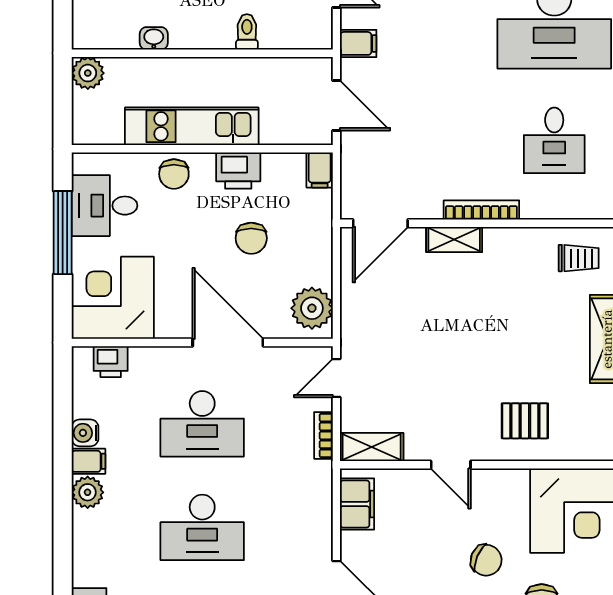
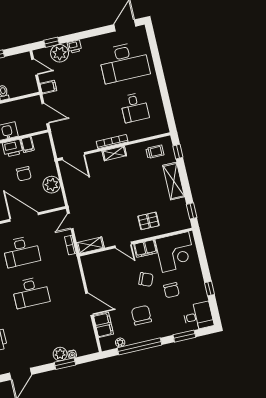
filing cabinet: (320, 170) -> (27, 145), moved
door: (380, 223) -> (73, 156), hinge flipped
shelving: (454, 239) -> (114, 153), moved
plant: (312, 308) -> (52, 185), moved
filing cabinet: (357, 504) -> (145, 248), moved, turned 90

